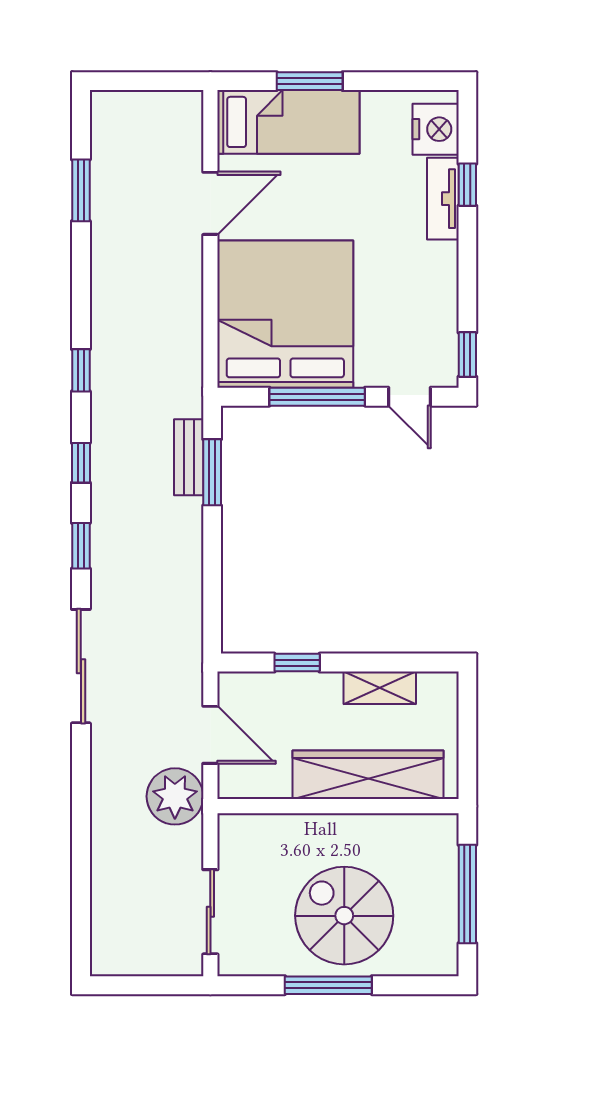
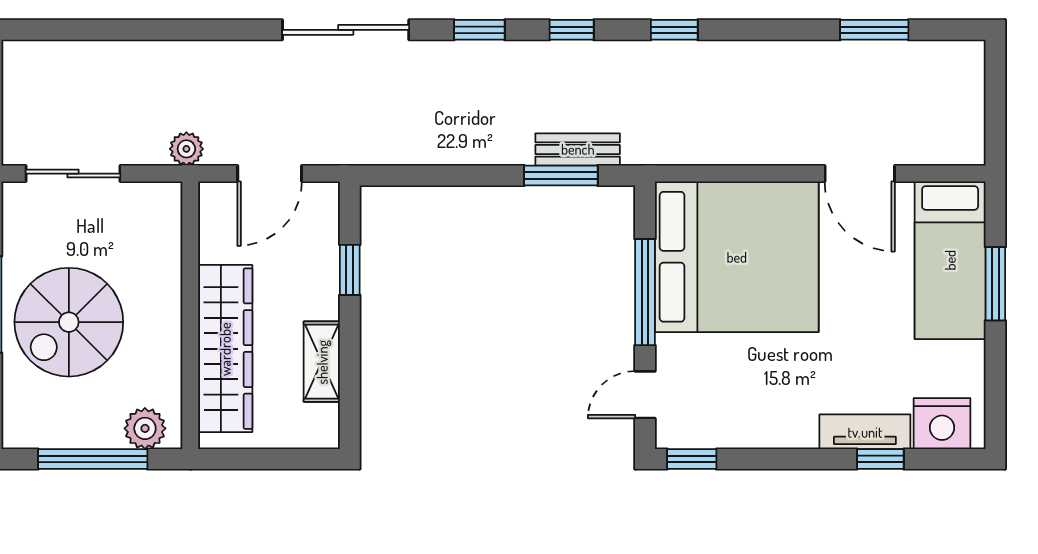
plant: (175, 796) -> (186, 149), width x0.53, depth x0.53
plant: (440, 847) -> (145, 428), added
spiral stairs: (344, 916) -> (69, 322), turned 180

